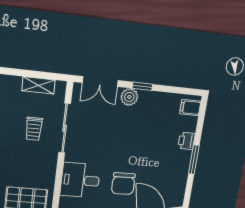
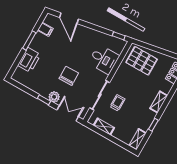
filing cabinet: (190, 108) -> (45, 29), moved
printer: (187, 141) -> (29, 60), width x1.87, depth x1.48
chair: (123, 184) -> (69, 76), moved

